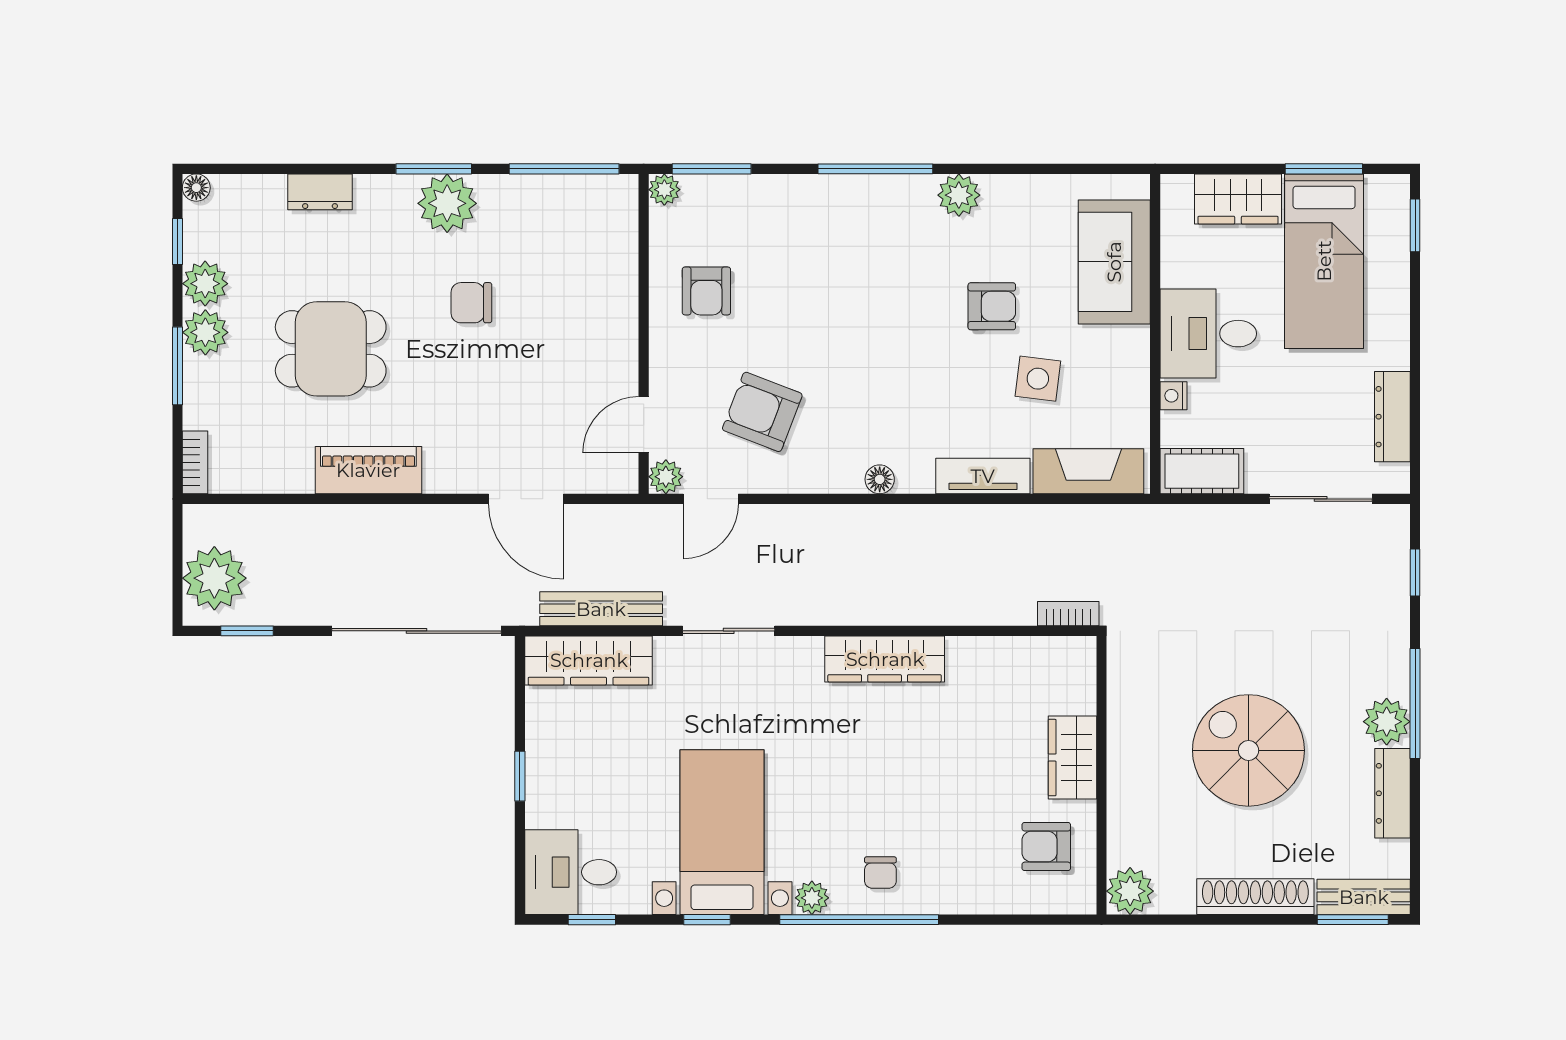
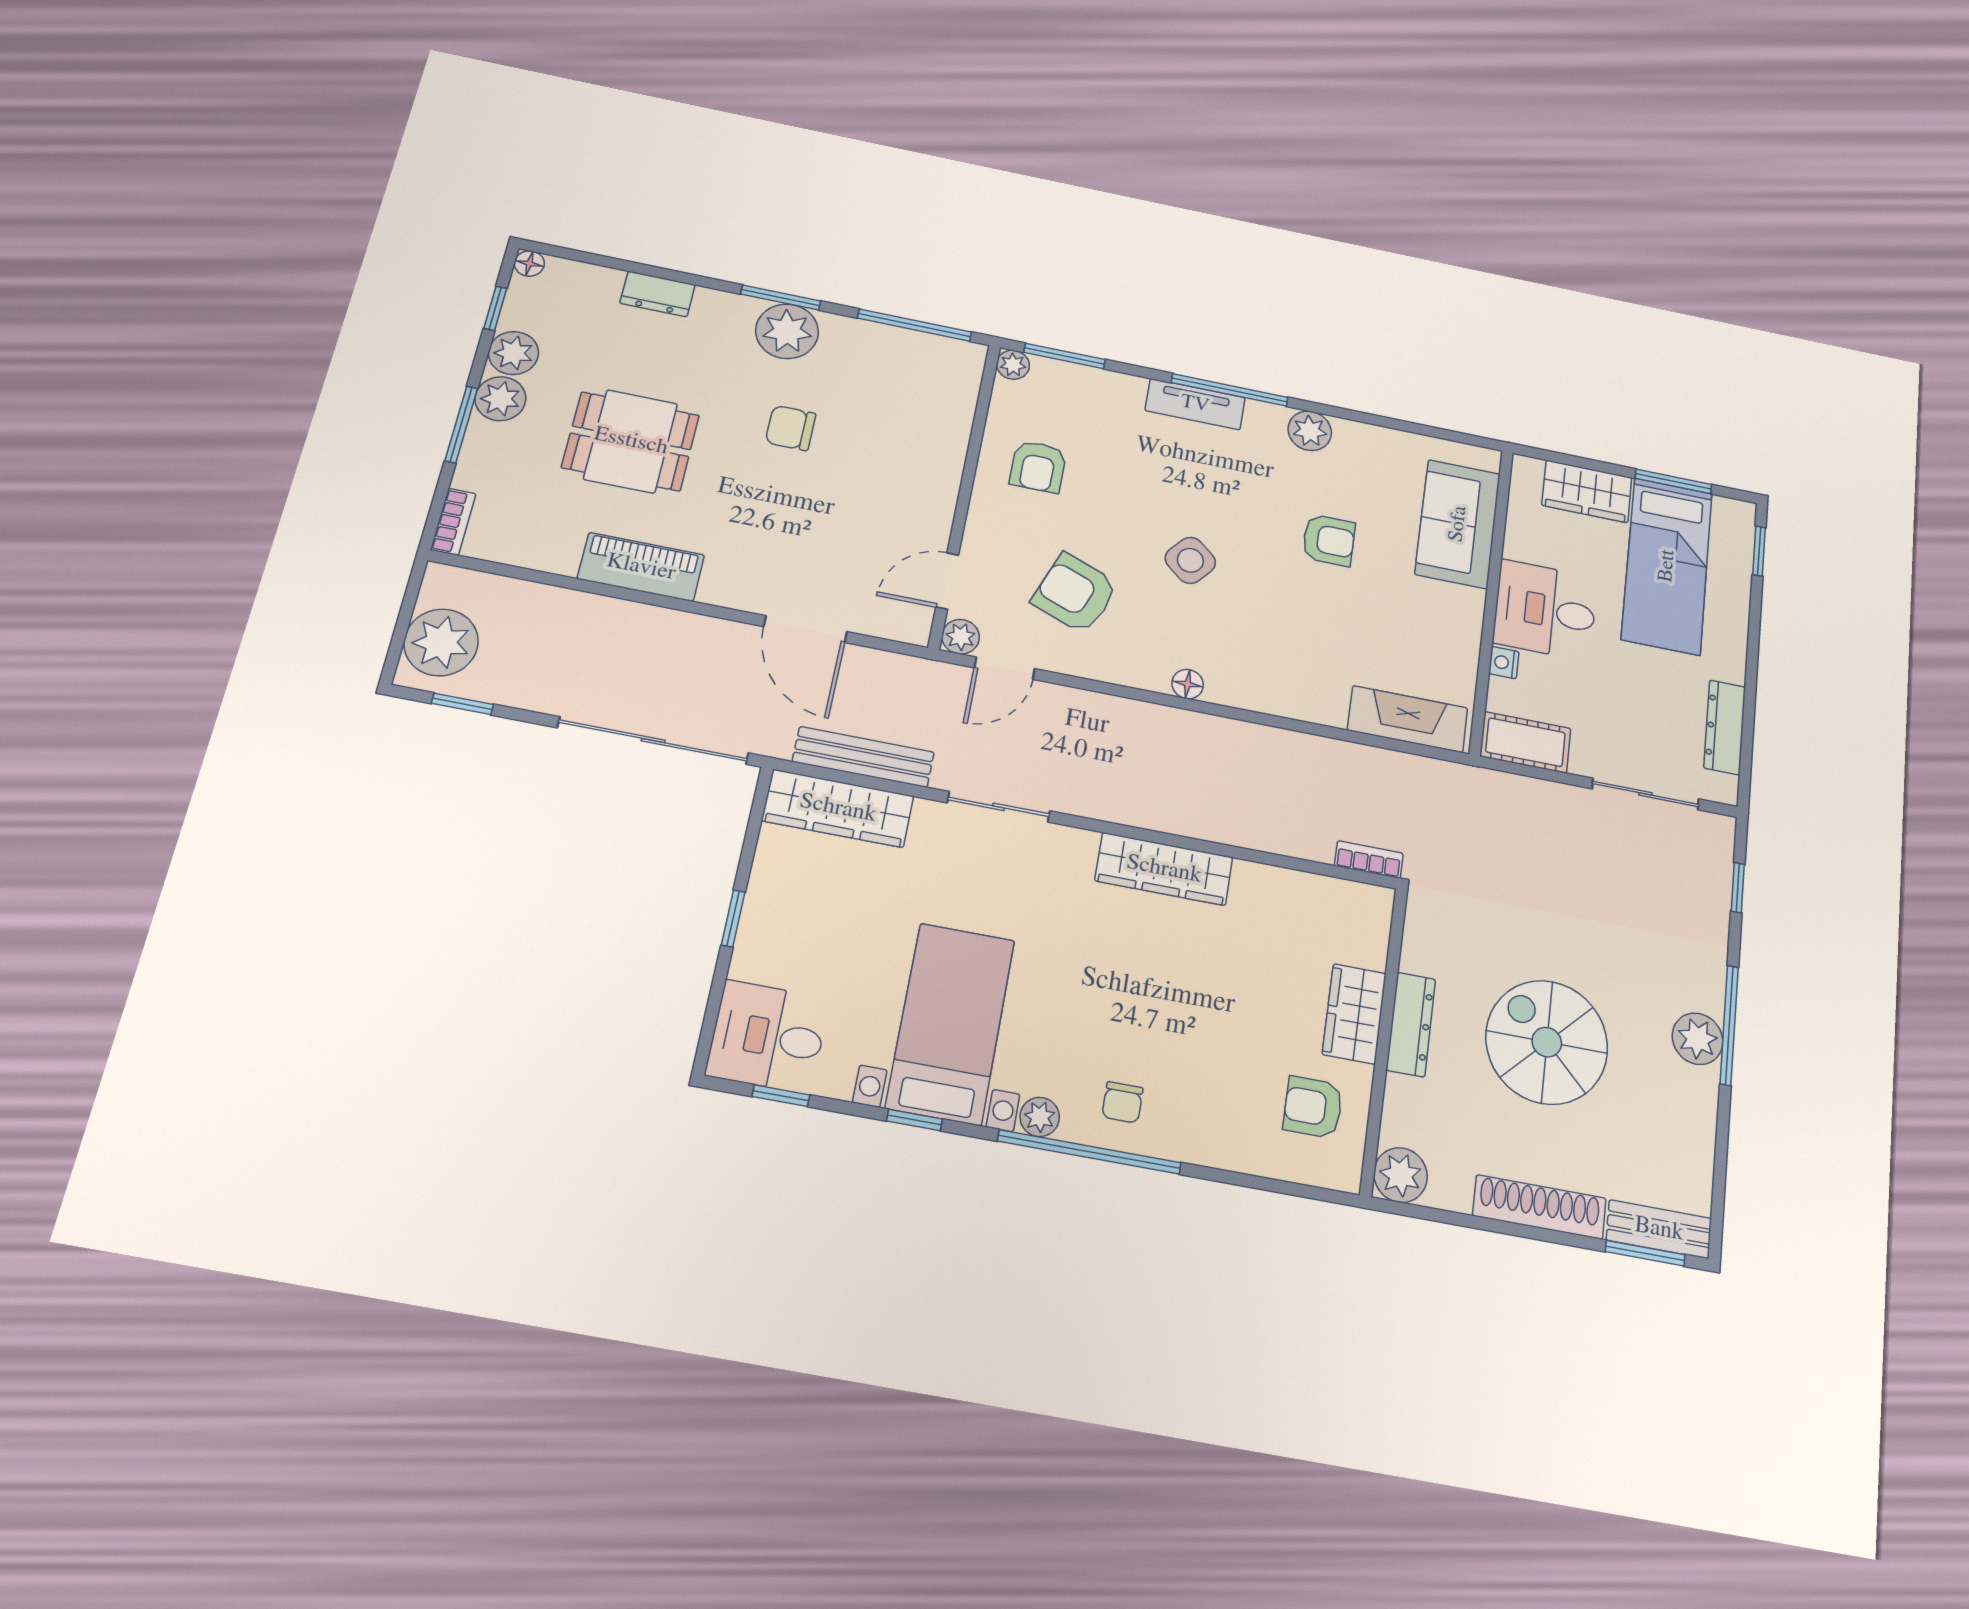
side table: (1038, 379) -> (1190, 560), moved, turned 33
tv unit: (983, 476) -> (1195, 404), moved, turned 180
dresser: (1393, 793) -> (1411, 1024), moved, turned 180

